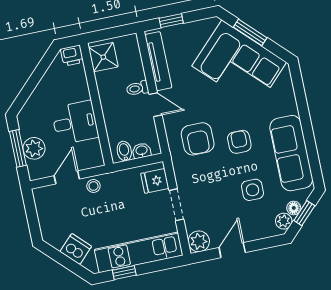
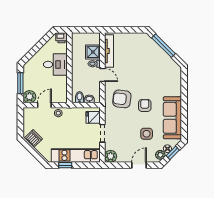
window: (171, 21) -> (121, 30), removed
window: (250, 32) -> (164, 46), width x1.44
shower: (103, 57) -> (93, 52), moved
corner sofa: (239, 64) -> (154, 62), removed
desk: (75, 123) -> (55, 64), moved
armchair: (198, 139) -> (122, 99), turned 97
plant: (34, 148) -> (29, 97), moved
dishwasher: (76, 249) -> (33, 139), moved
door: (232, 250) -> (139, 165), moved

